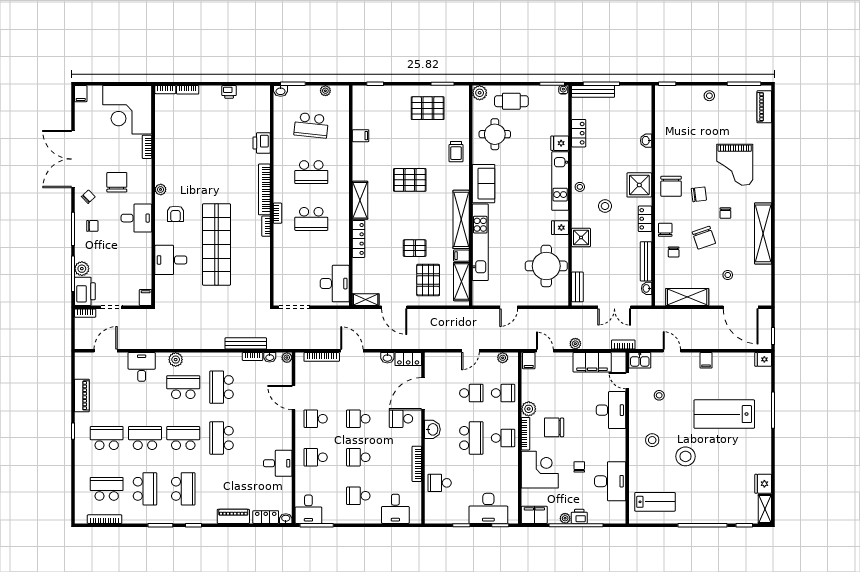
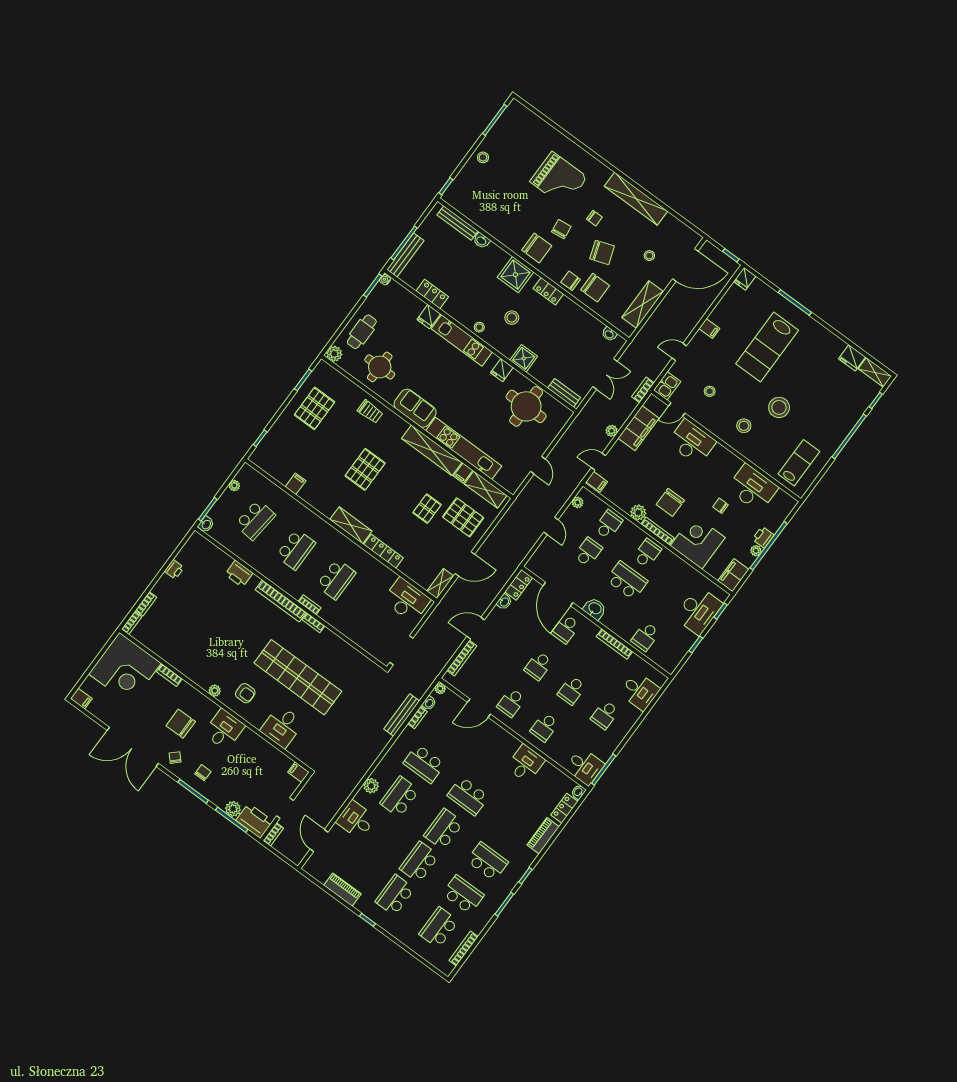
piano: (764, 107) -> (527, 117), removed
chair: (674, 252) -> (595, 288), width x1.87, depth x1.87
bench: (646, 261) -> (458, 223), moved

